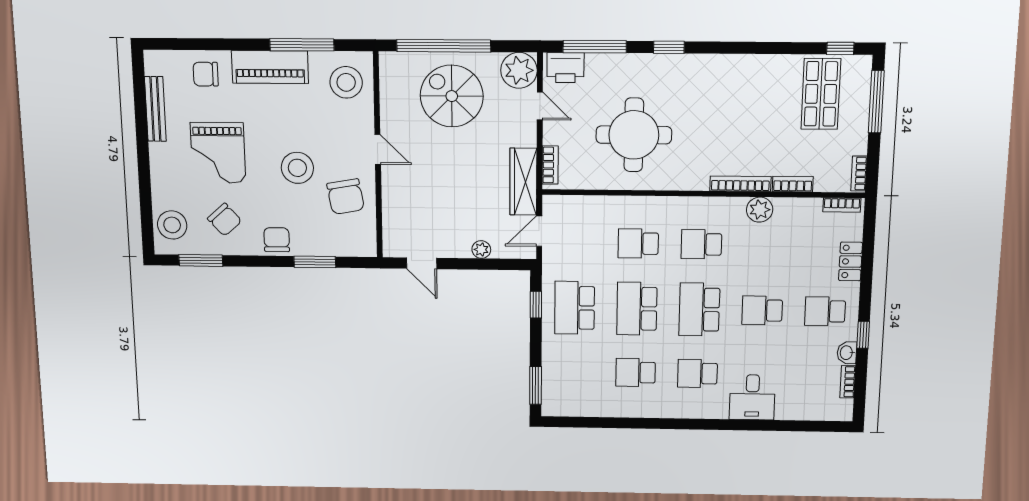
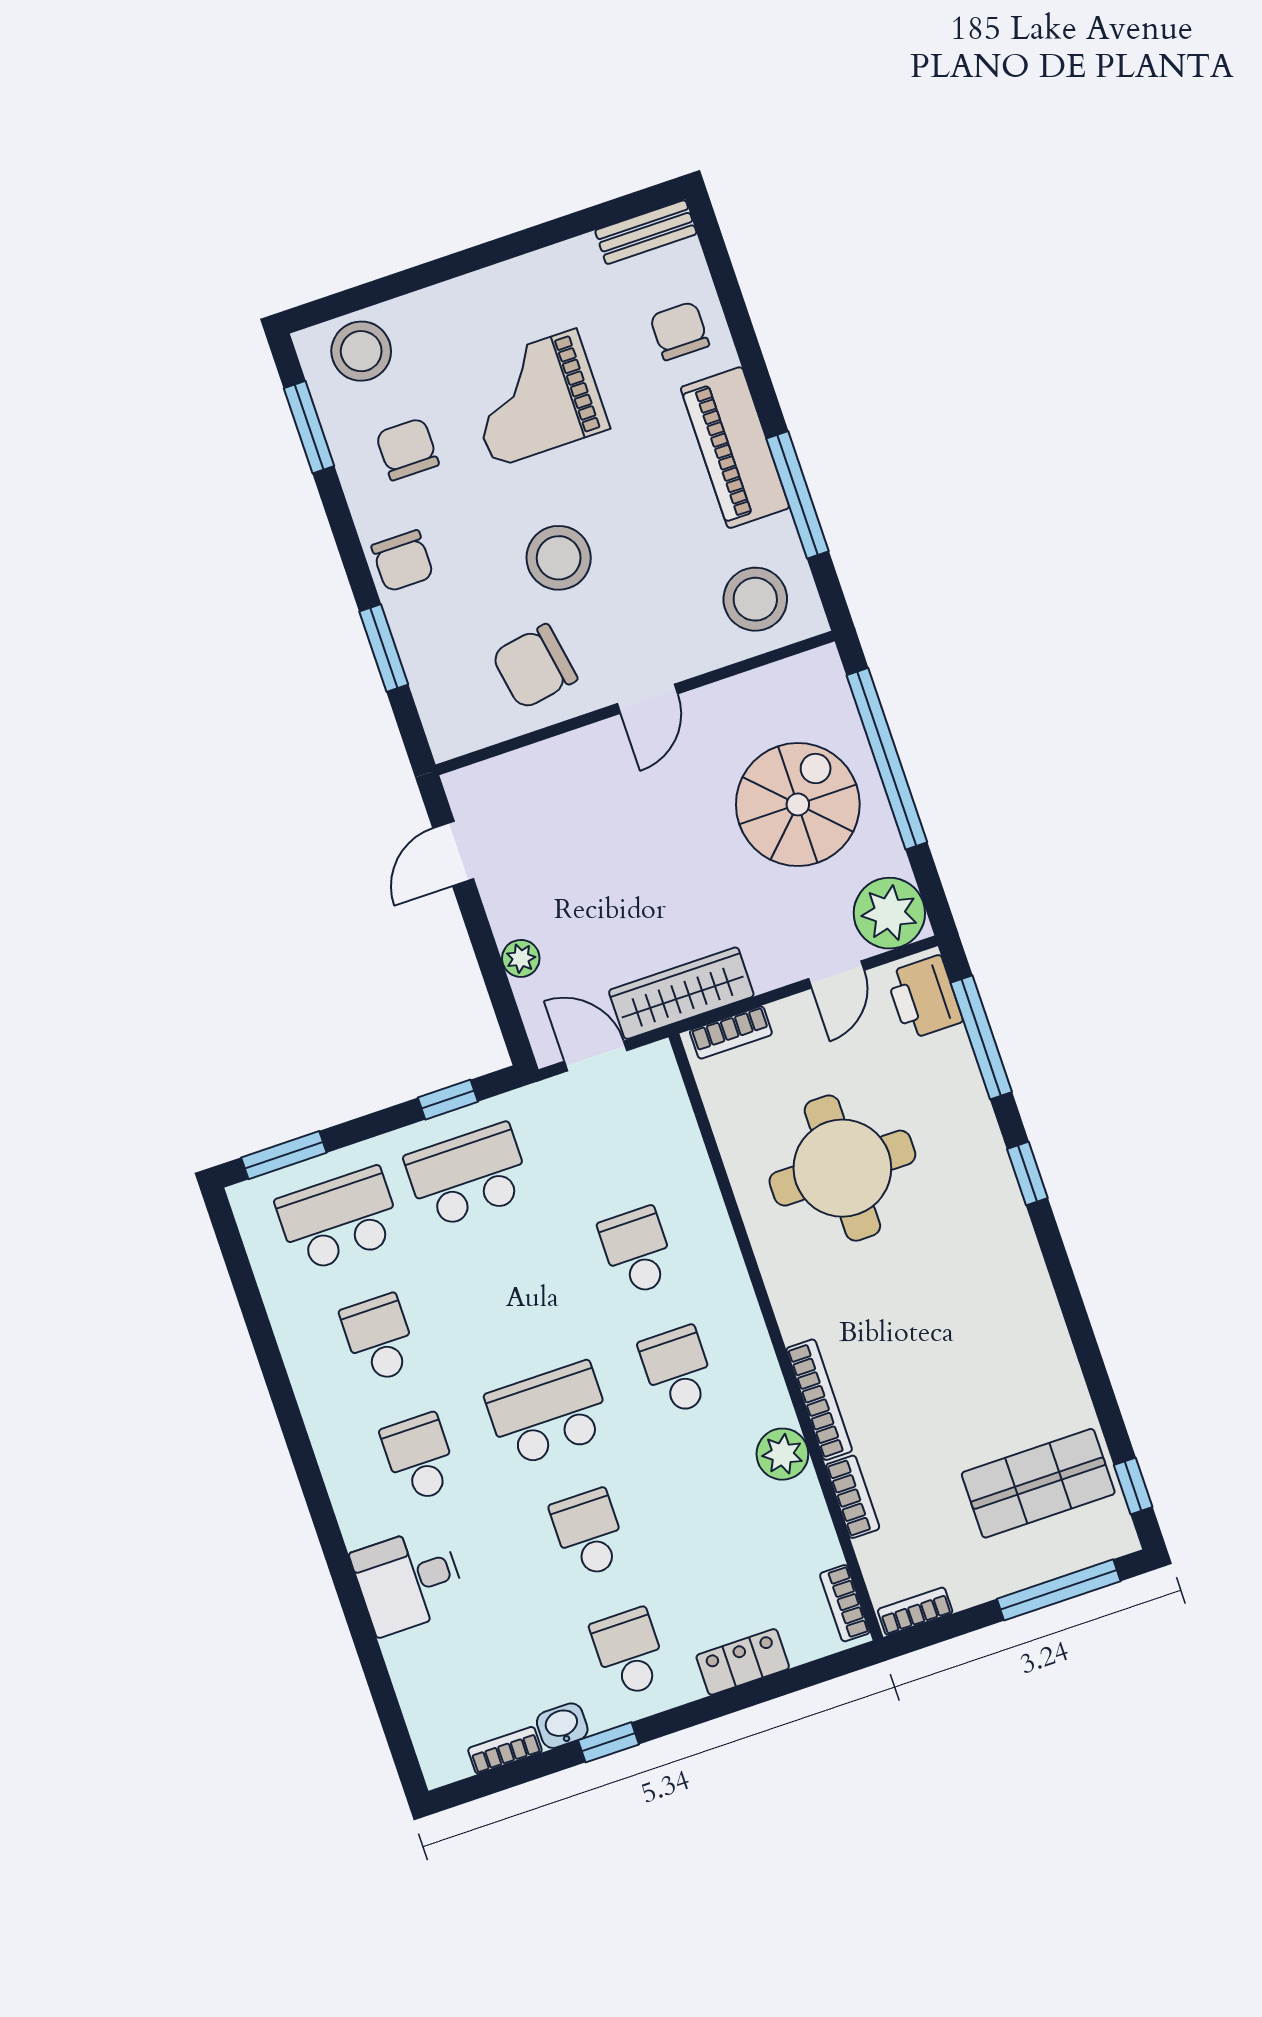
bench: (155, 109) -> (646, 232), moved, width x0.73
chair: (225, 220) -> (407, 449), turned 132
chair: (277, 240) -> (403, 561), turned 90
school desk: (637, 309) -> (339, 1219), moved

